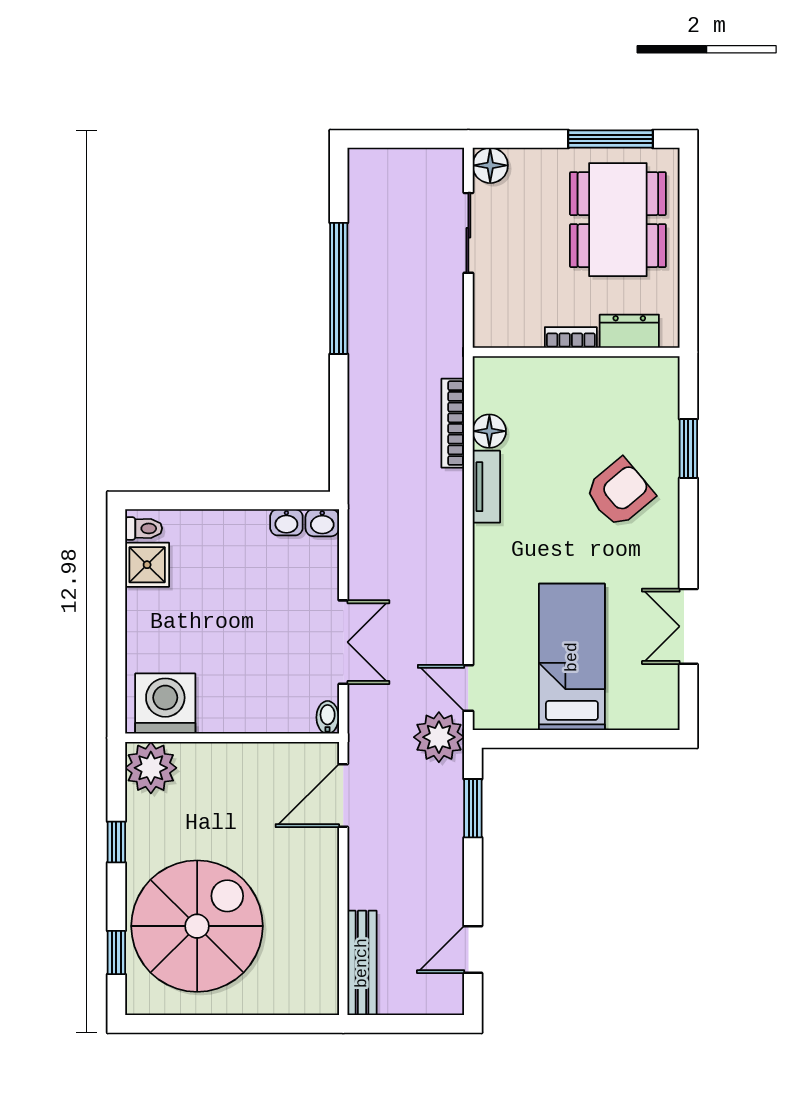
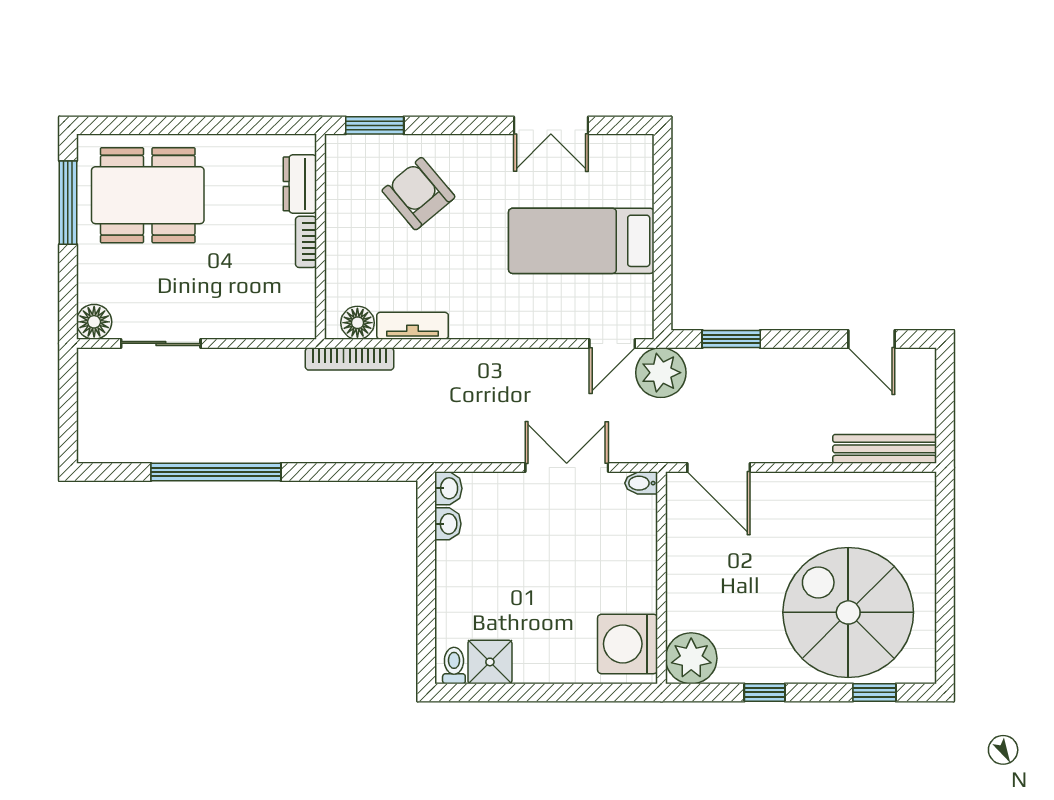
dresser: (629, 331) -> (300, 184), moved
bookcase: (571, 337) -> (306, 242), moved
wall: (576, 352) -> (320, 237), moved

